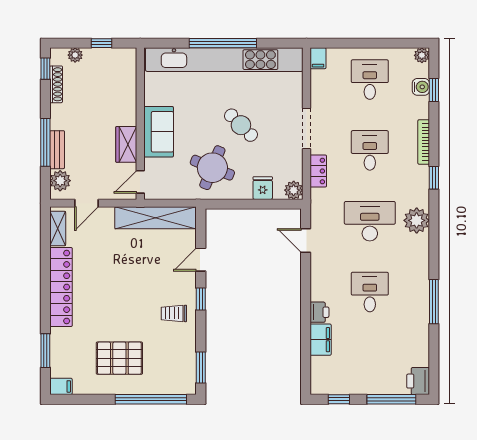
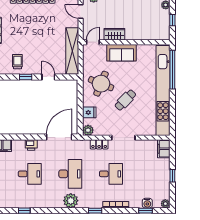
window: (223, 43) -> (172, 70), moved
window: (373, 43) -> (172, 176), added
filing cabinet: (318, 58) -> (164, 149), width x2.00
desk: (370, 80) -> (151, 174), removed
door: (140, 182) -> (93, 42), hinge flipped
door: (306, 241) -> (59, 137), width x1.87
window: (434, 302) -> (24, 211), width x0.46
printer: (319, 312) -> (31, 145), moved

